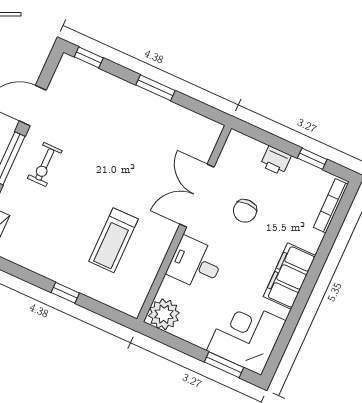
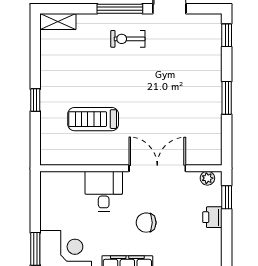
window: (312, 159) -> (227, 197), moved
chair: (245, 211) -> (146, 223), moved
plant: (164, 314) -> (207, 178), moved, width x0.53, depth x0.53

